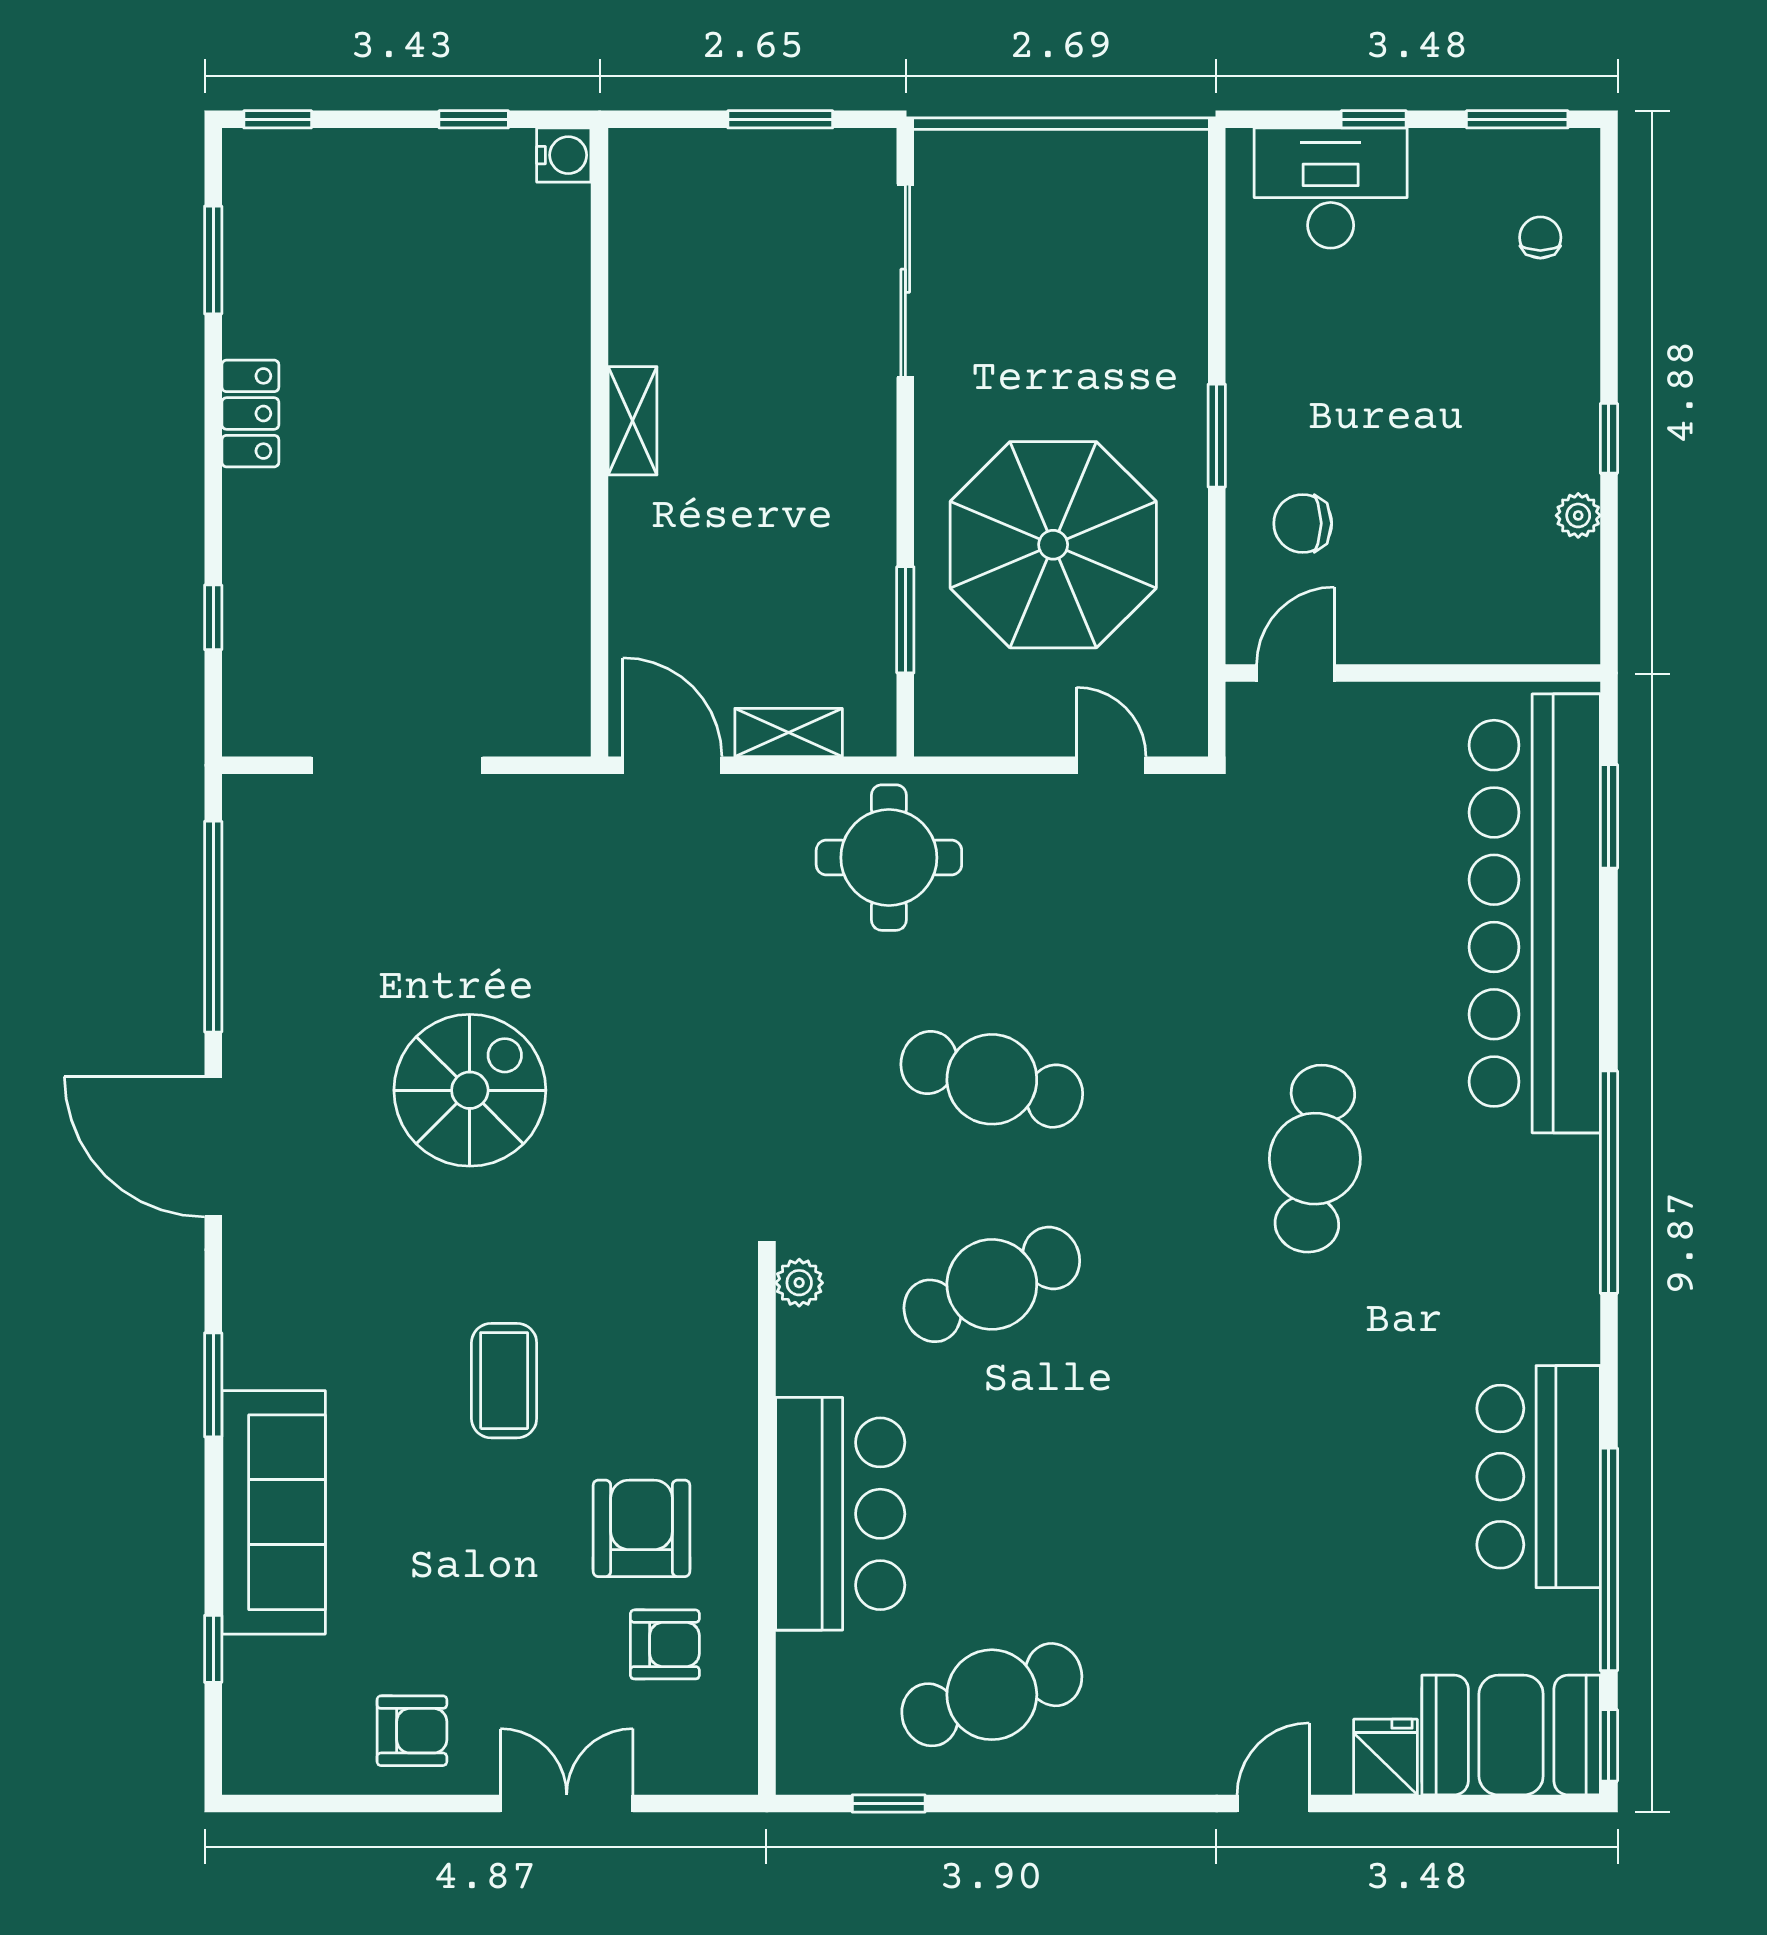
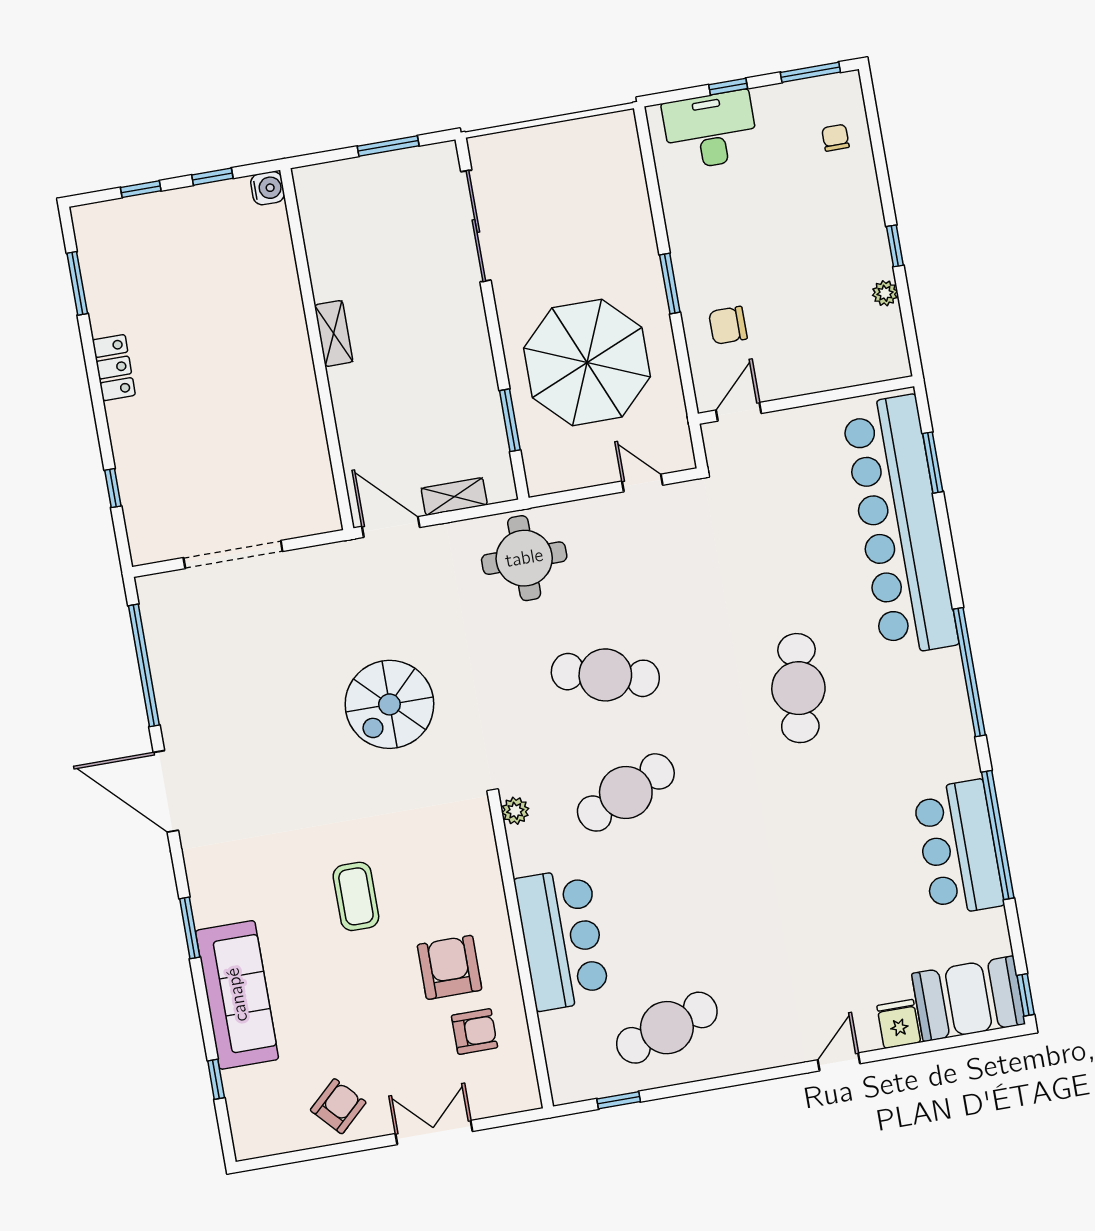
window: (278, 119) -> (141, 189), moved
spiral stairs: (470, 1090) -> (389, 704), moved, turned 180
window: (1609, 1559) -> (998, 835), moved
armchair: (412, 1731) -> (338, 1106), turned -43

